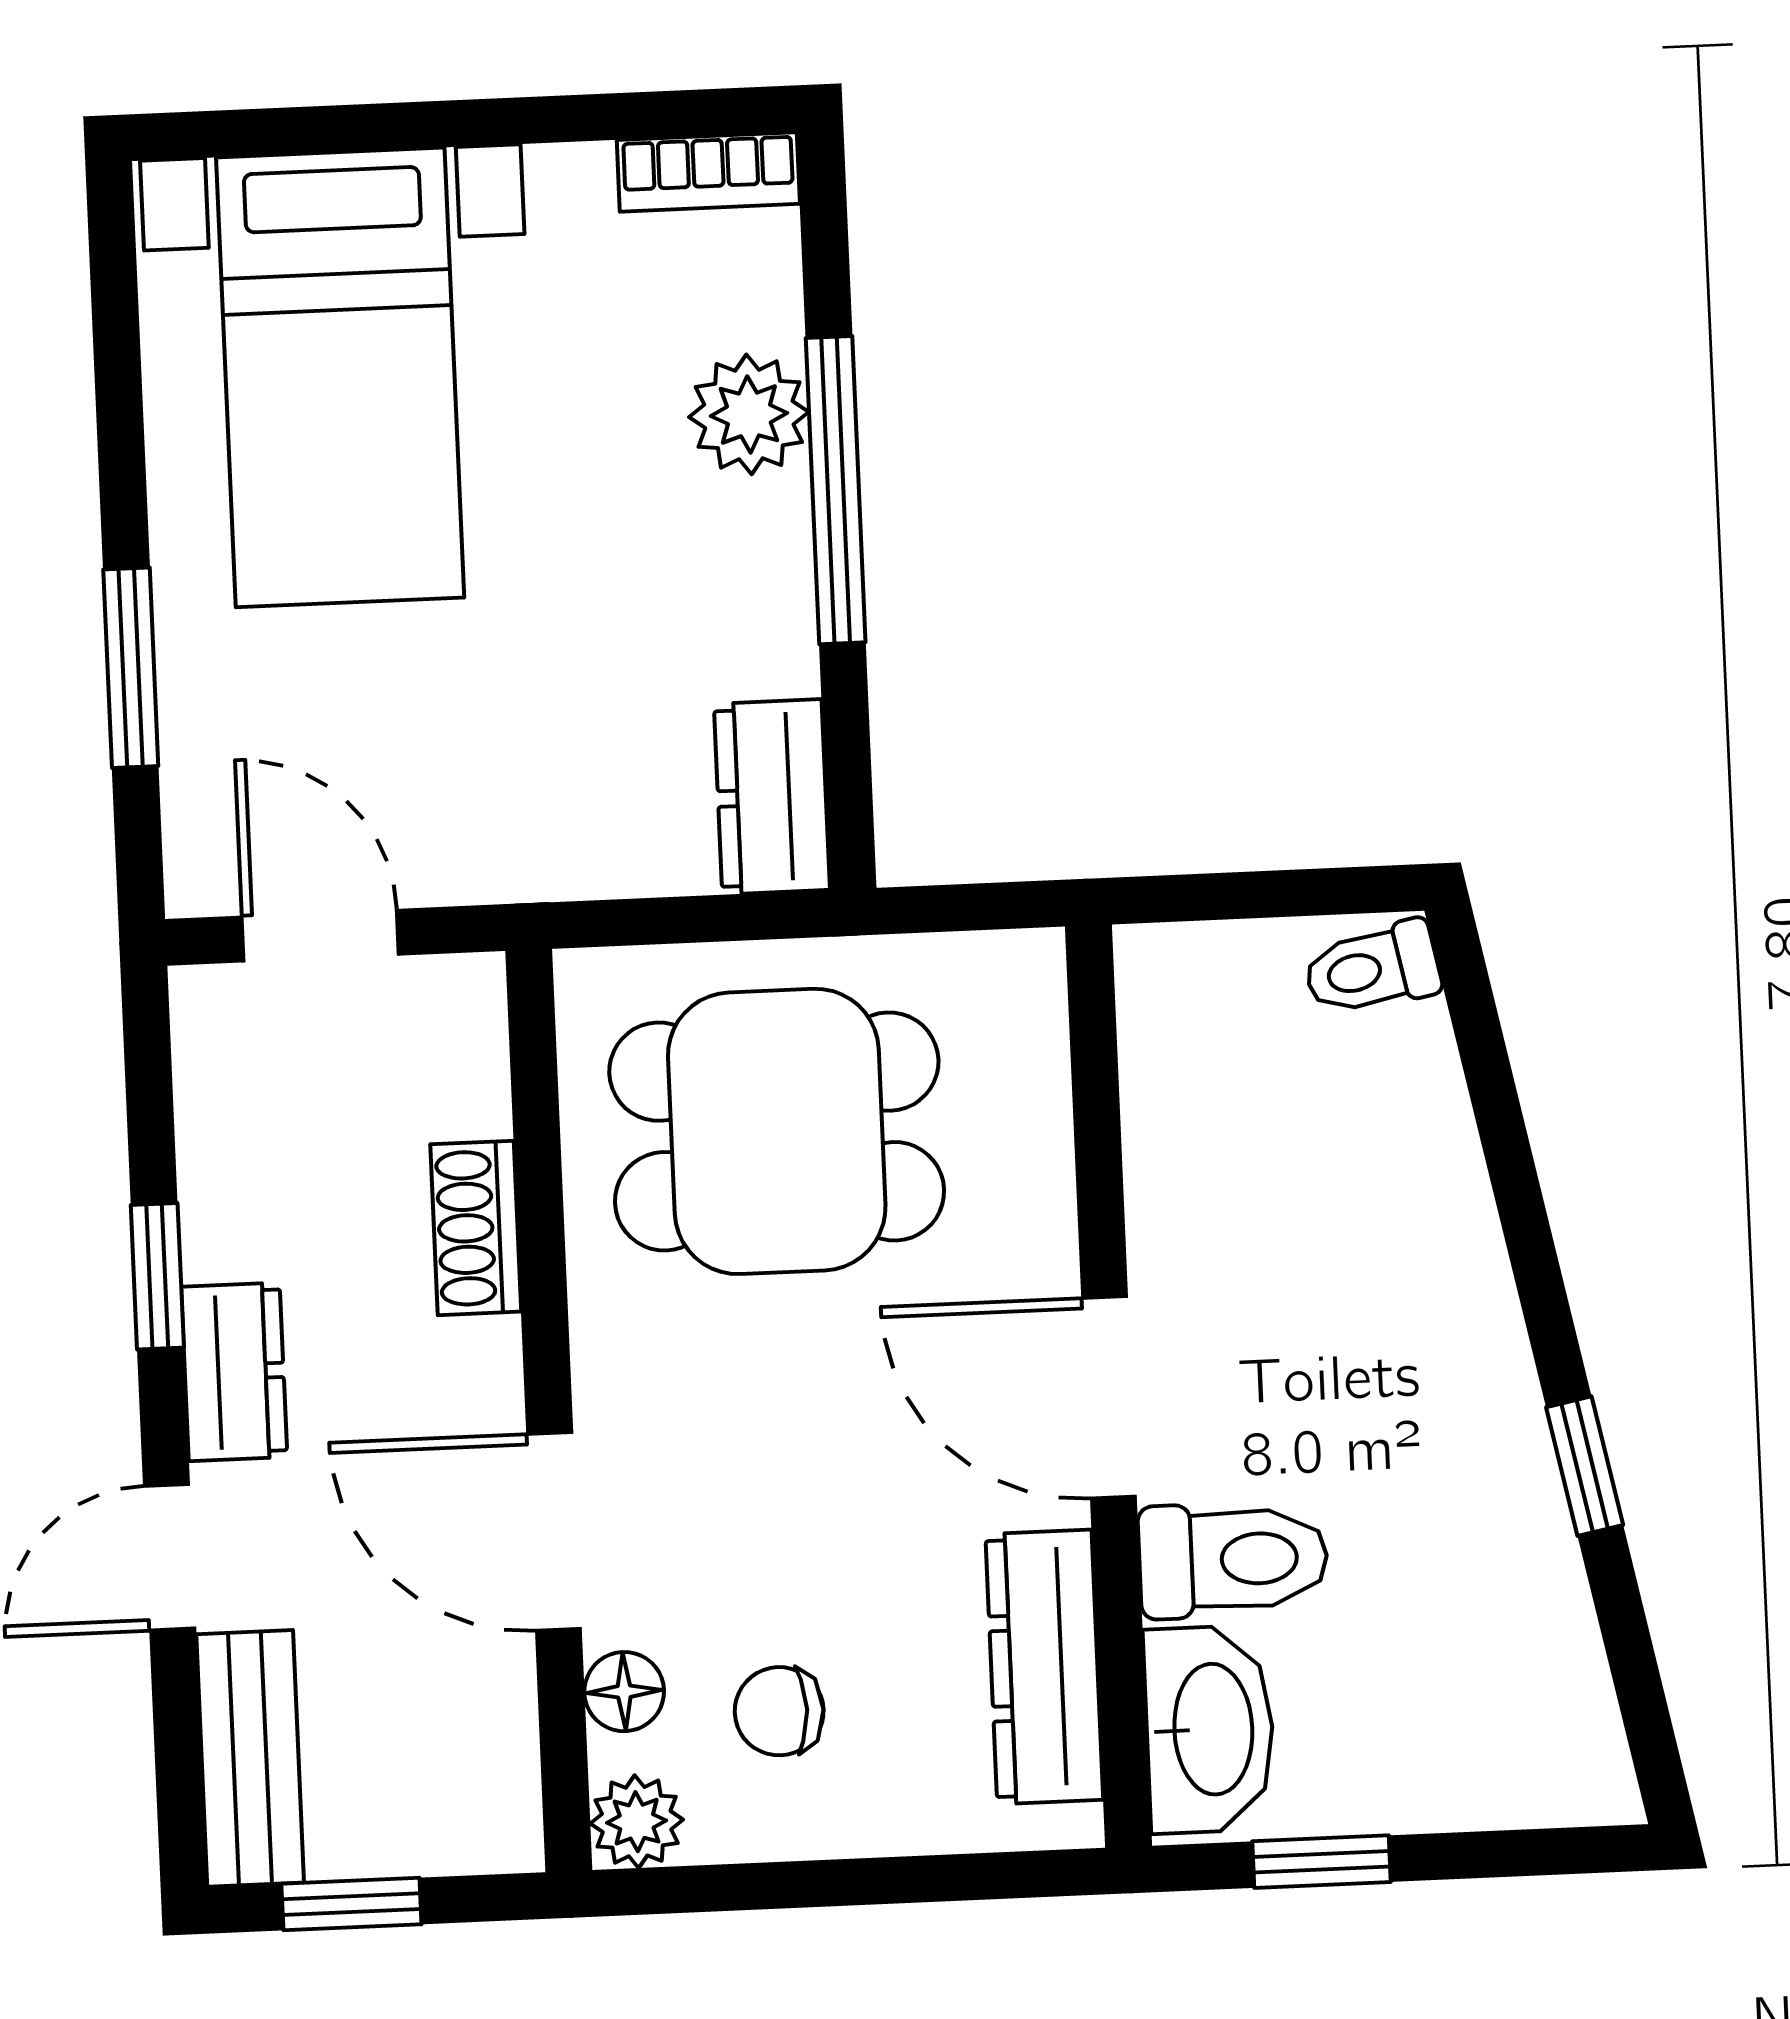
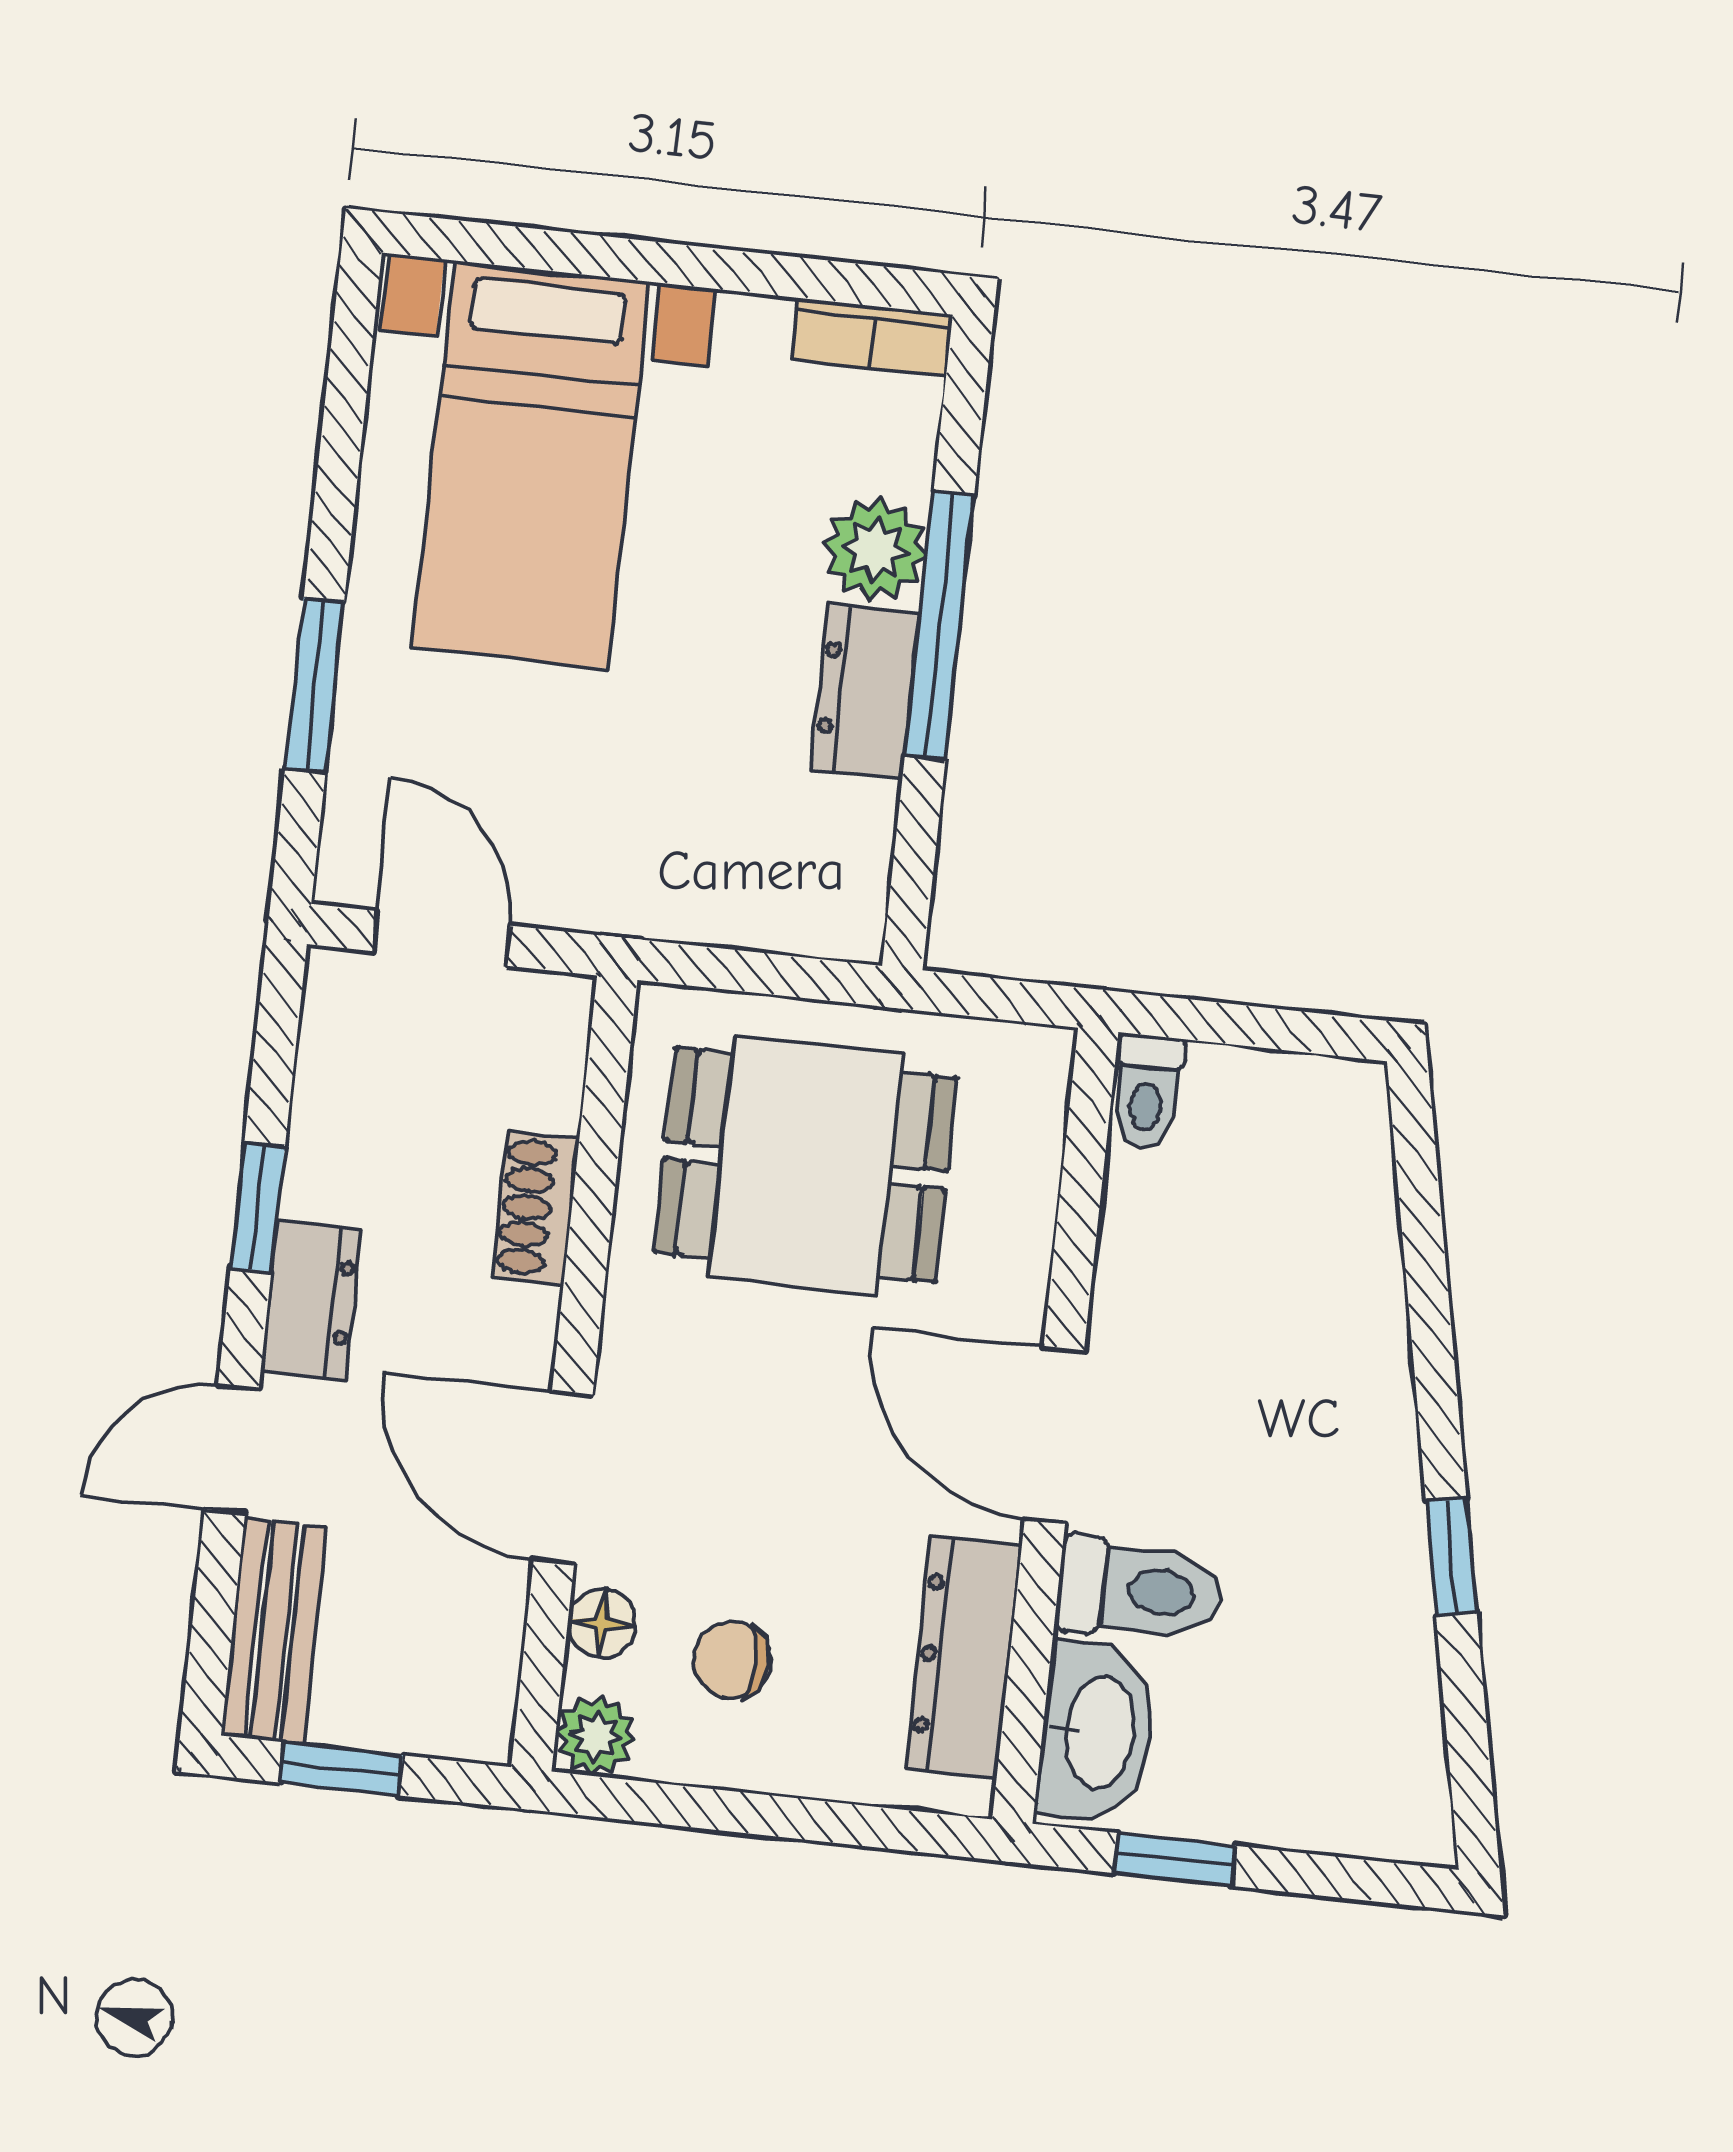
dresser: (772, 797) -> (865, 692), moved
toilet: (1372, 969) -> (1147, 1091), moved, turned -79

